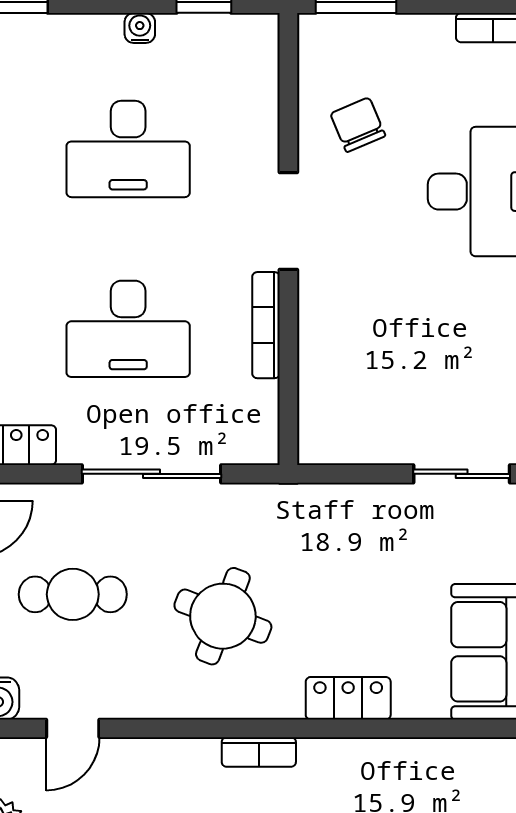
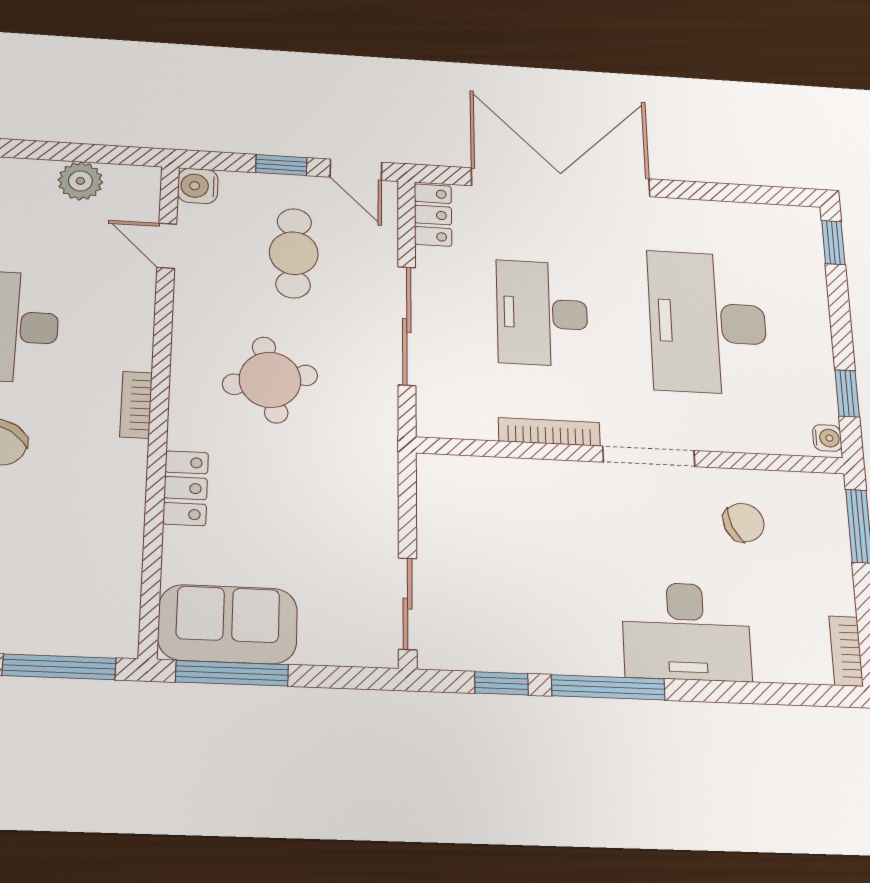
water cooler: (140, 28) -> (827, 438), moved
desk: (128, 149) -> (708, 322), width x1.36, depth x1.30
round table: (223, 616) -> (270, 380), turned -32

